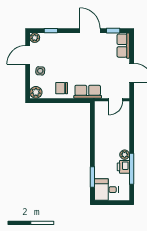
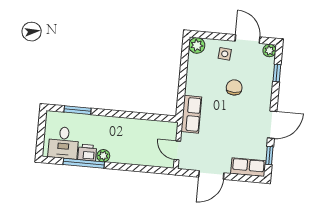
chair: (62, 88) -> (234, 87), moved
desk: (106, 190) -> (64, 143), moved, turned 180

